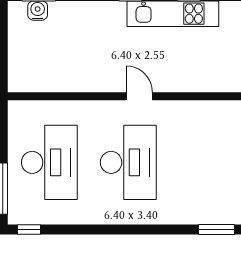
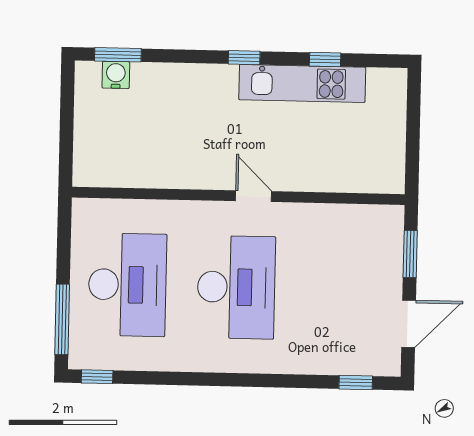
window: (217, 230) -> (356, 383), width x0.67

